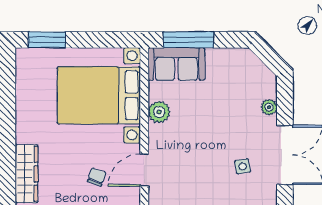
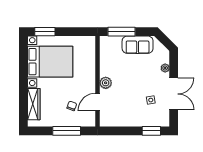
sofa: (176, 64) -> (138, 45), moved
bed with nightstands: (99, 95) -> (50, 62), moved, turned 180
plant: (159, 112) -> (106, 83), moved

